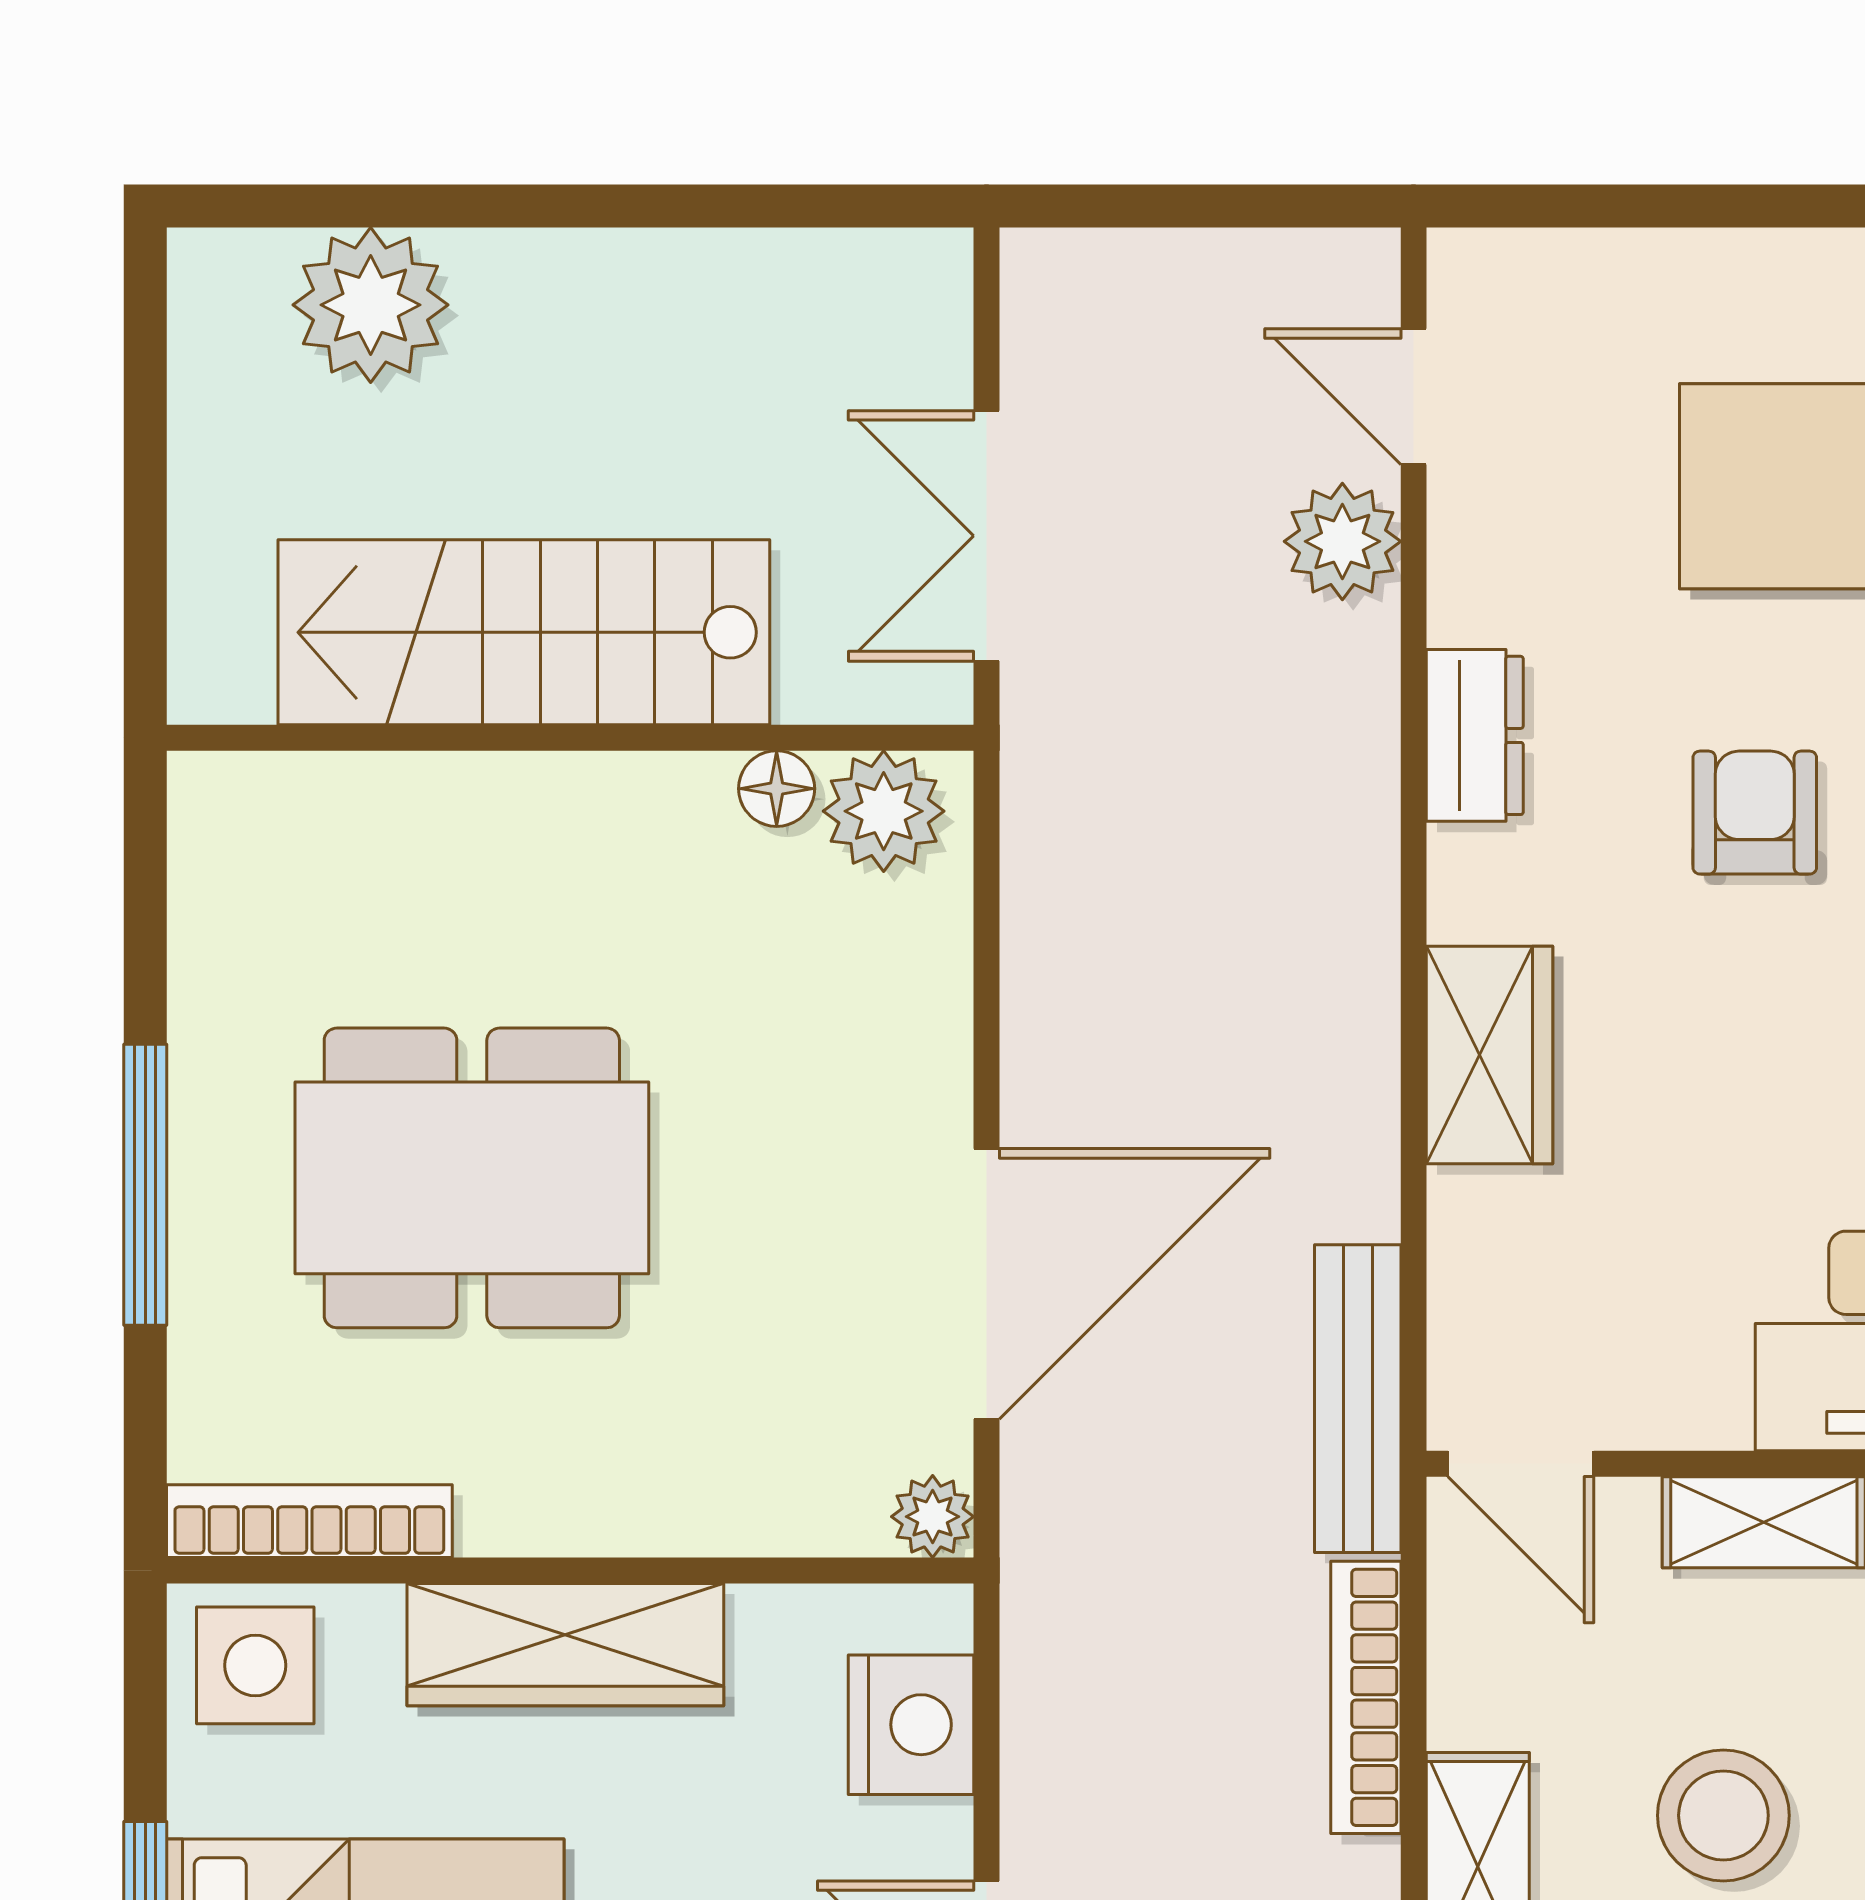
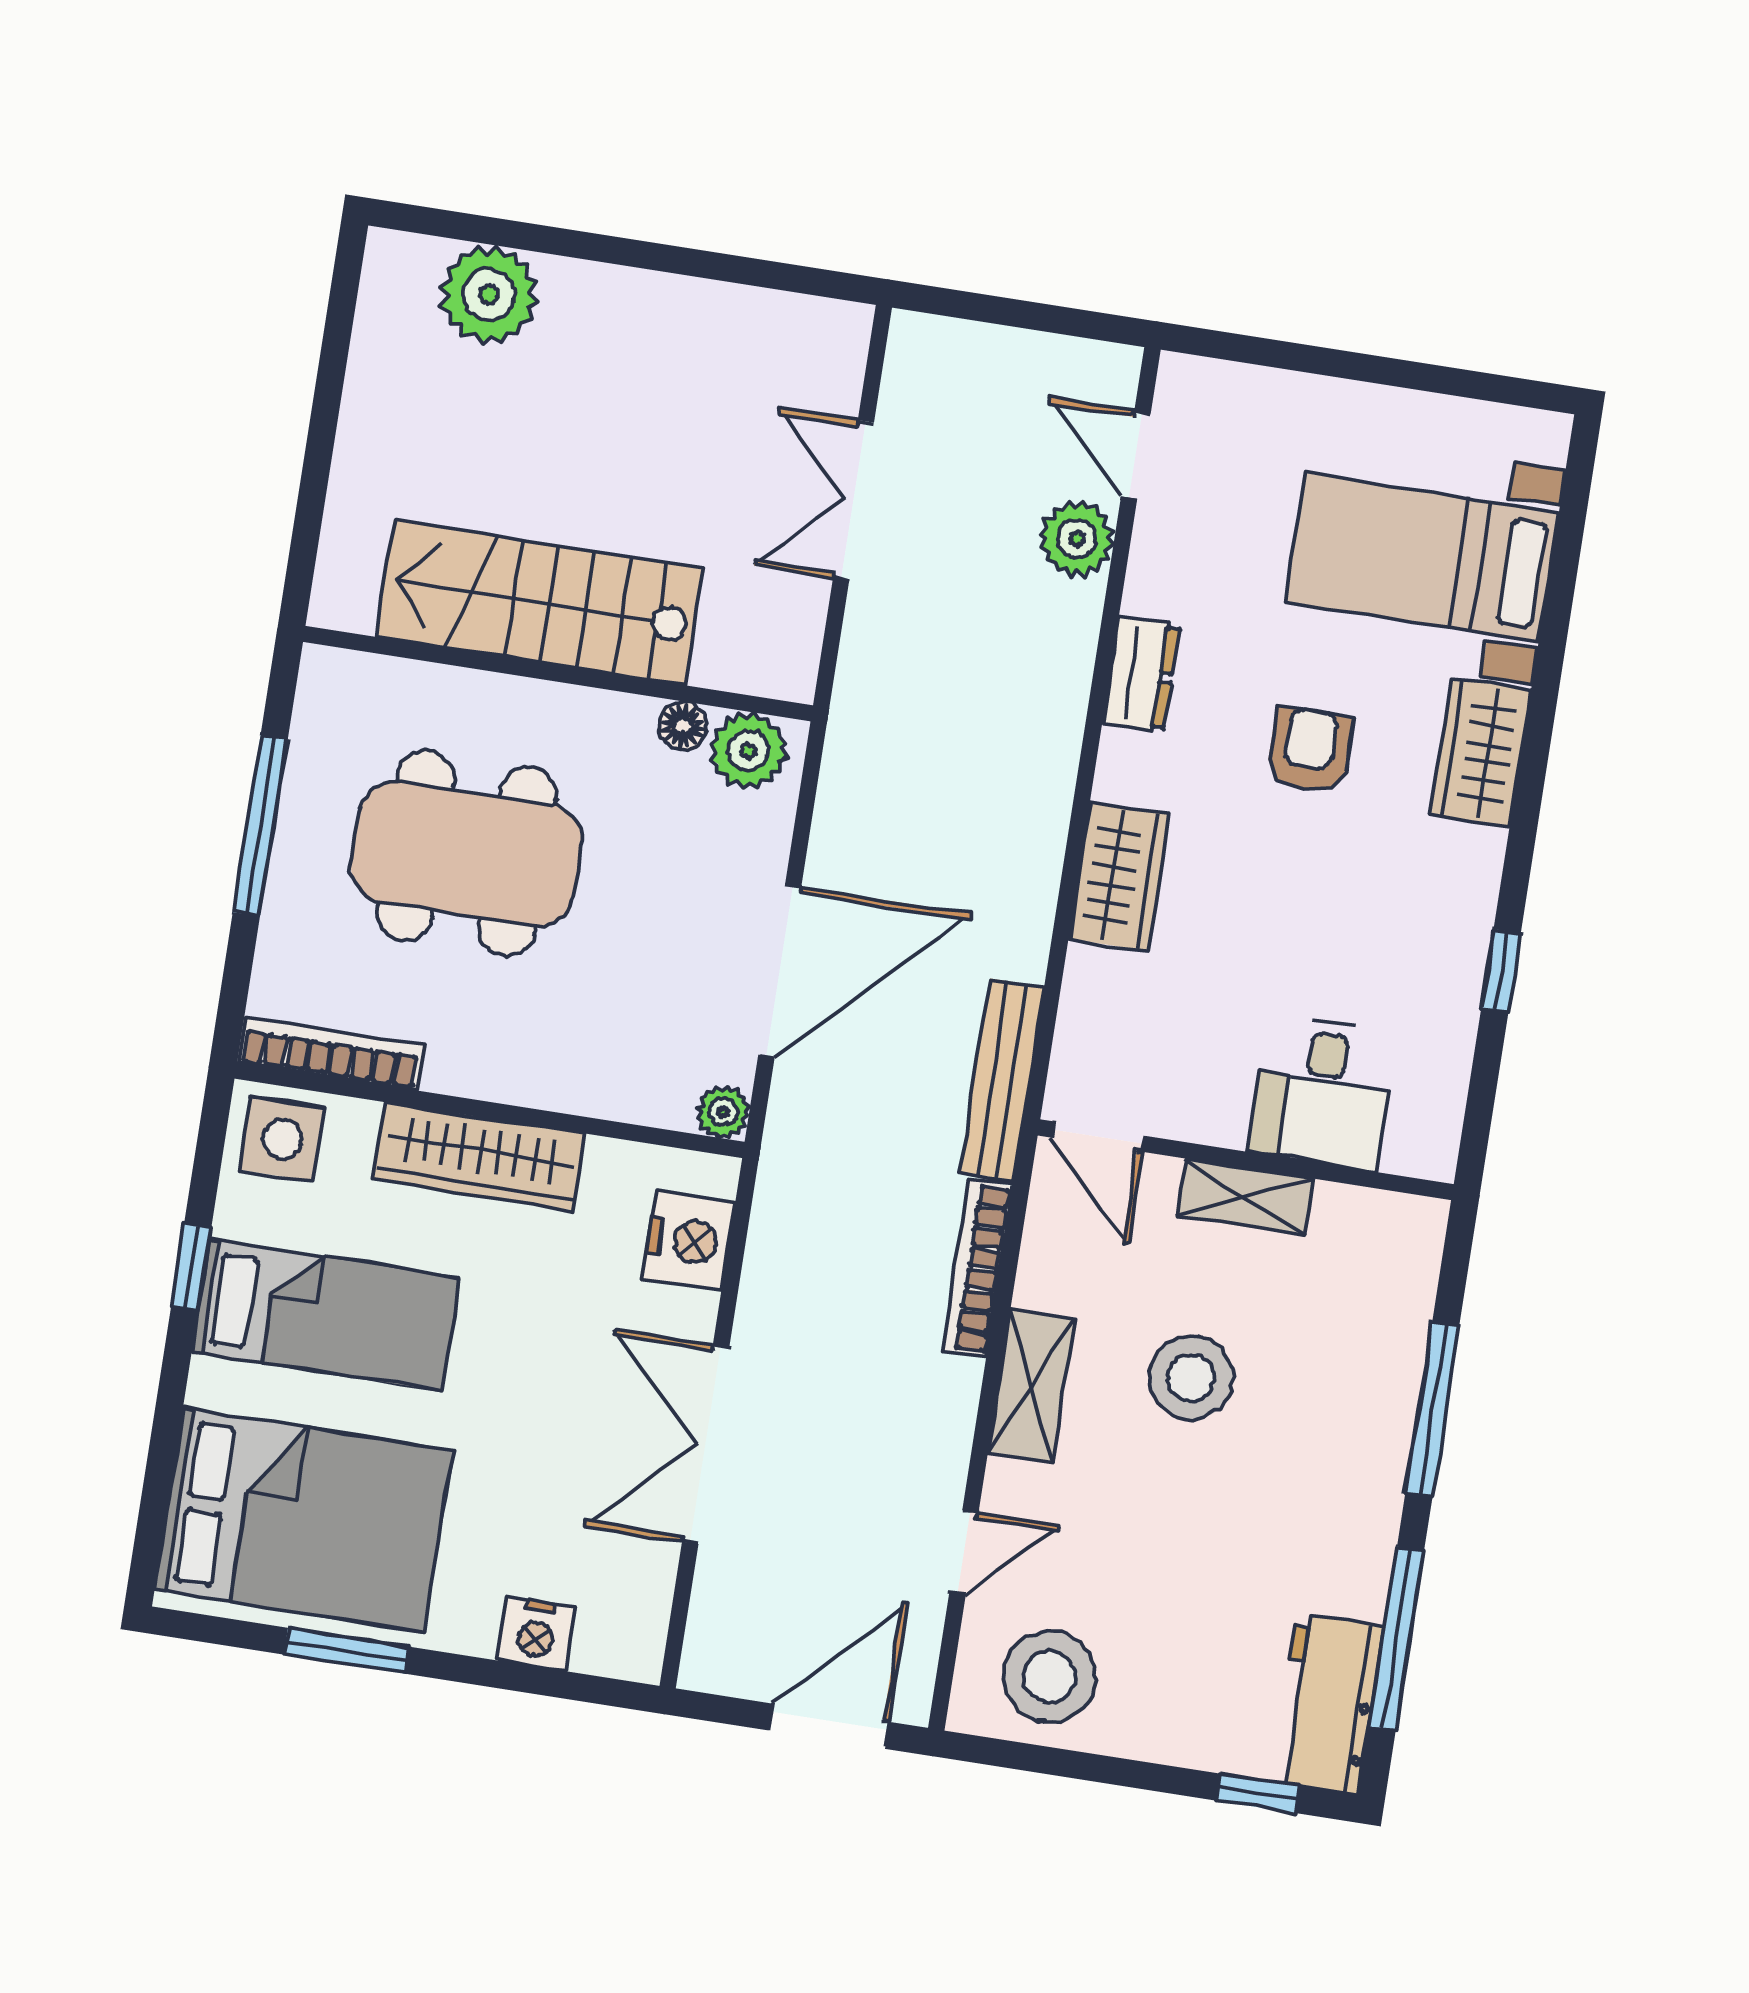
stairs: (524, 632) -> (539, 603), moved
wall: (570, 738) -> (558, 674), moved
floor lamp: (777, 789) -> (683, 726), moved
plant: (884, 811) -> (748, 751), moved

